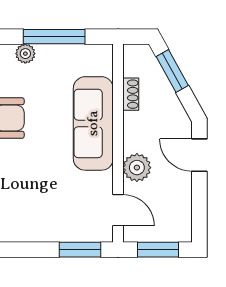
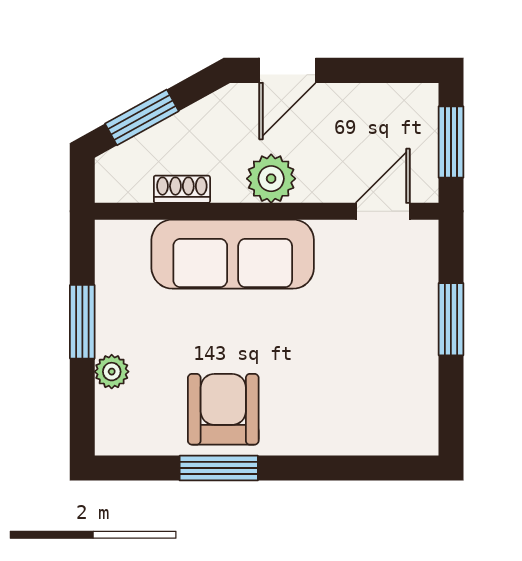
window: (54, 37) -> (82, 322), width x0.69
plant: (137, 168) -> (271, 179), moved
window: (80, 250) -> (451, 319), moved

